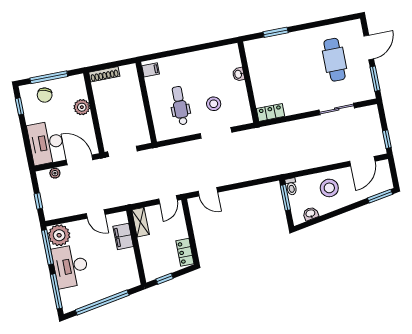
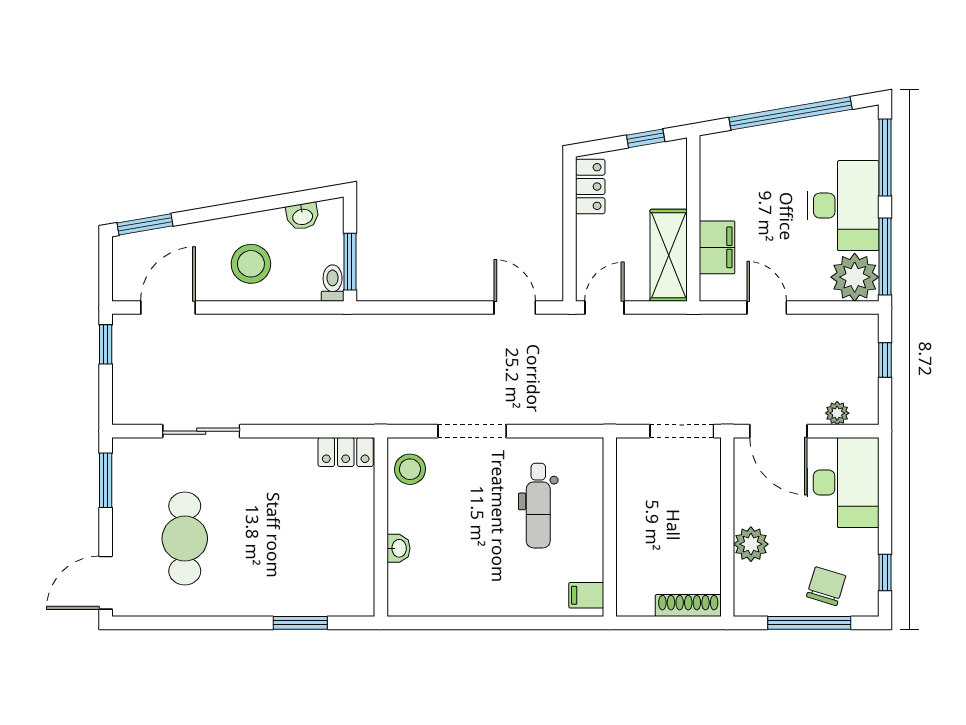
door: (369, 47) -> (106, 583), moved
stool: (214, 104) -> (410, 469), moved
shelving: (141, 222) -> (669, 255), width x1.50, depth x1.33

